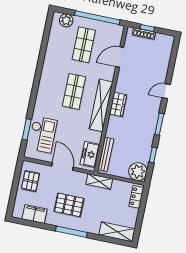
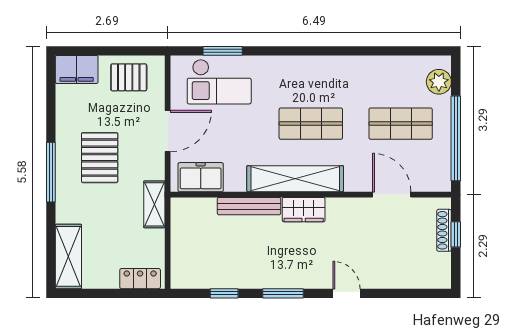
bench: (106, 154) -> (249, 206), moved
plant: (138, 172) -> (187, 272), removed
filing cabinet: (35, 214) -> (77, 69), moved, turned 90

